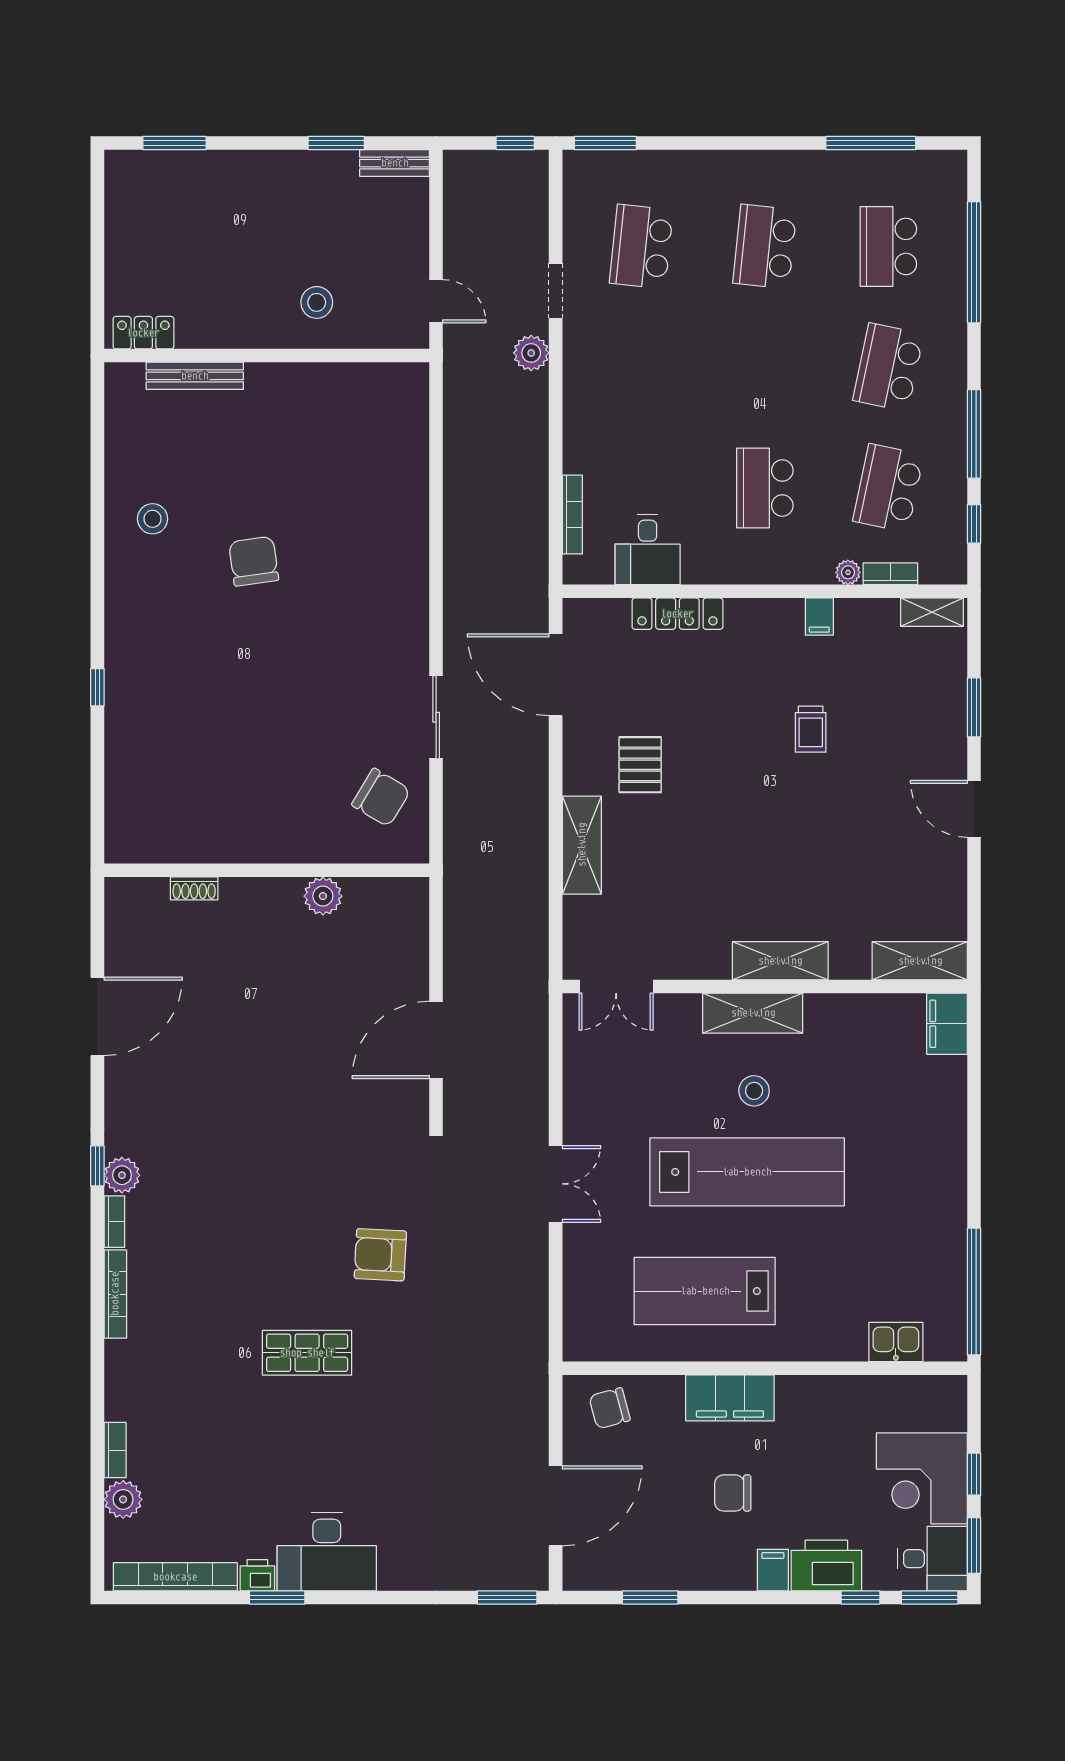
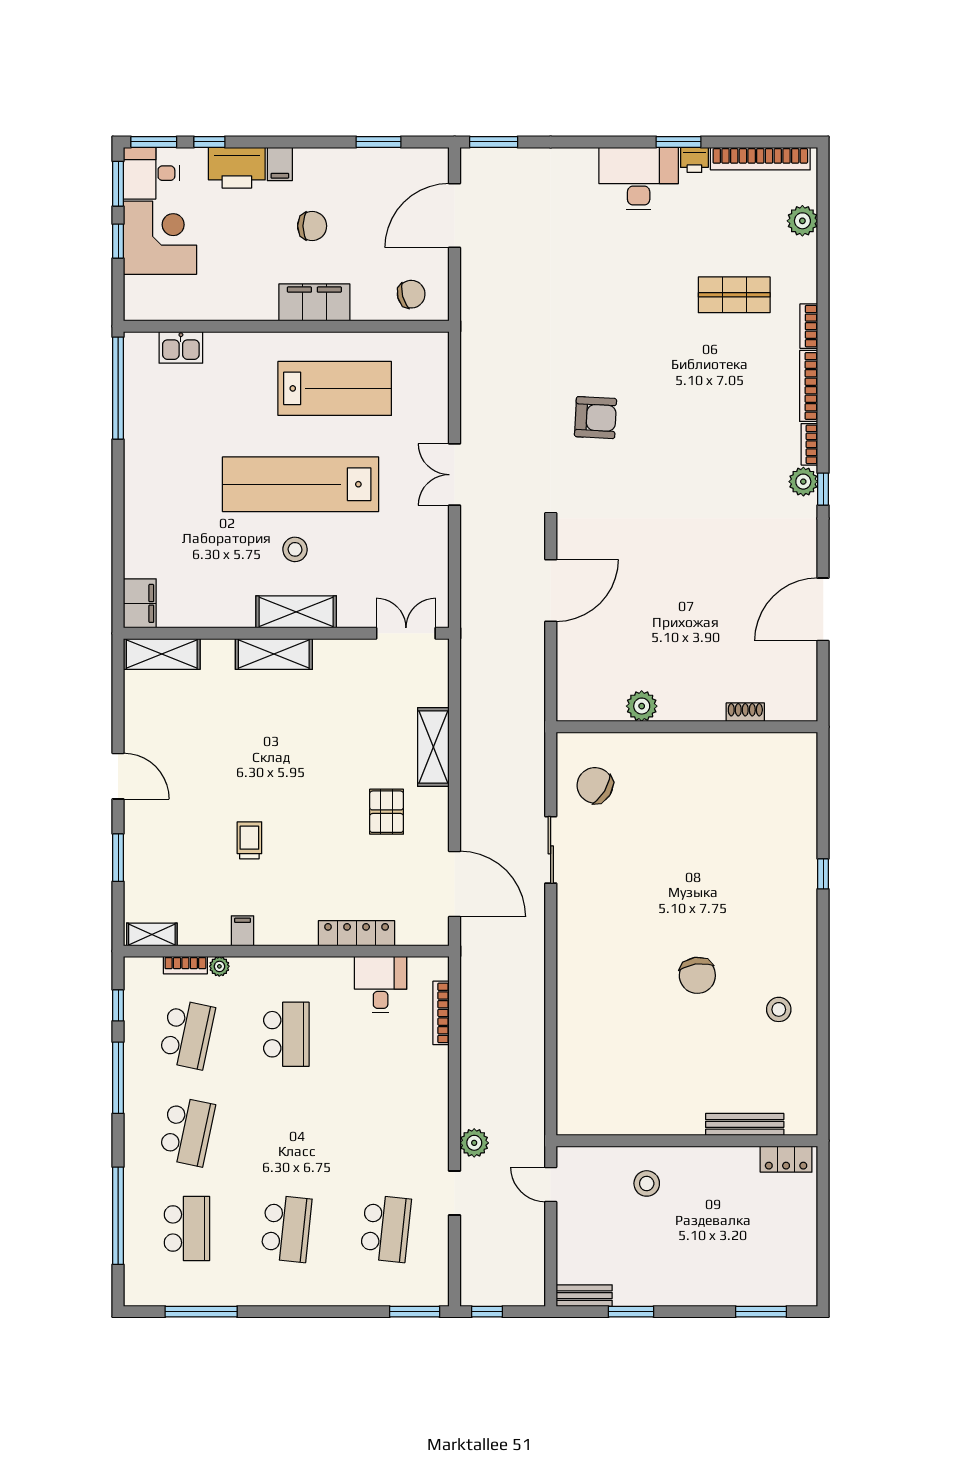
shop shelf: (307, 1353) -> (734, 295), moved
bookcase: (115, 1450) -> (809, 326), moved

